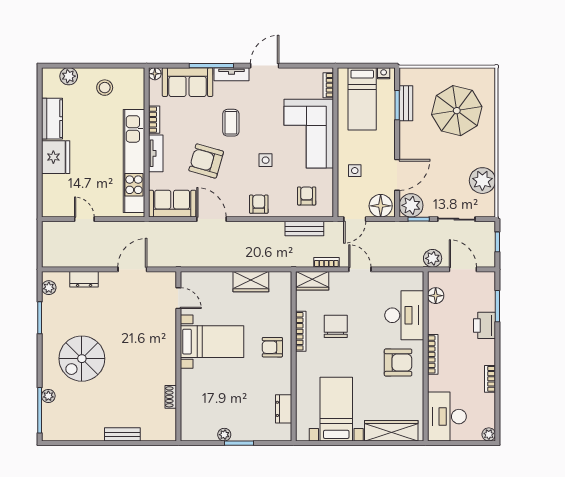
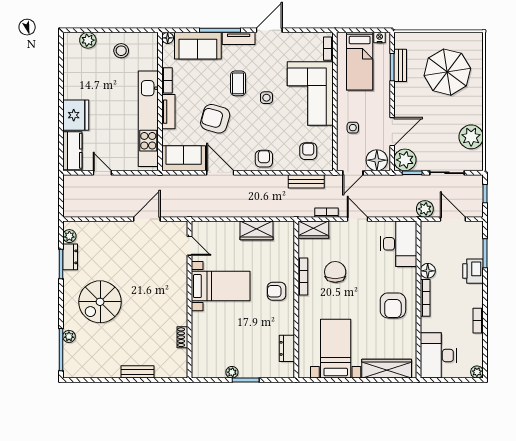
kitchen counter: (52, 119) -> (72, 151), moved
side table: (266, 160) -> (266, 98), moved
dresser: (84, 279) -> (70, 257), moved, turned -90
floor lamp: (436, 296) -> (428, 271), moved
desk: (404, 315) -> (399, 244), moved
armchair: (398, 363) -> (393, 305), turned 90

